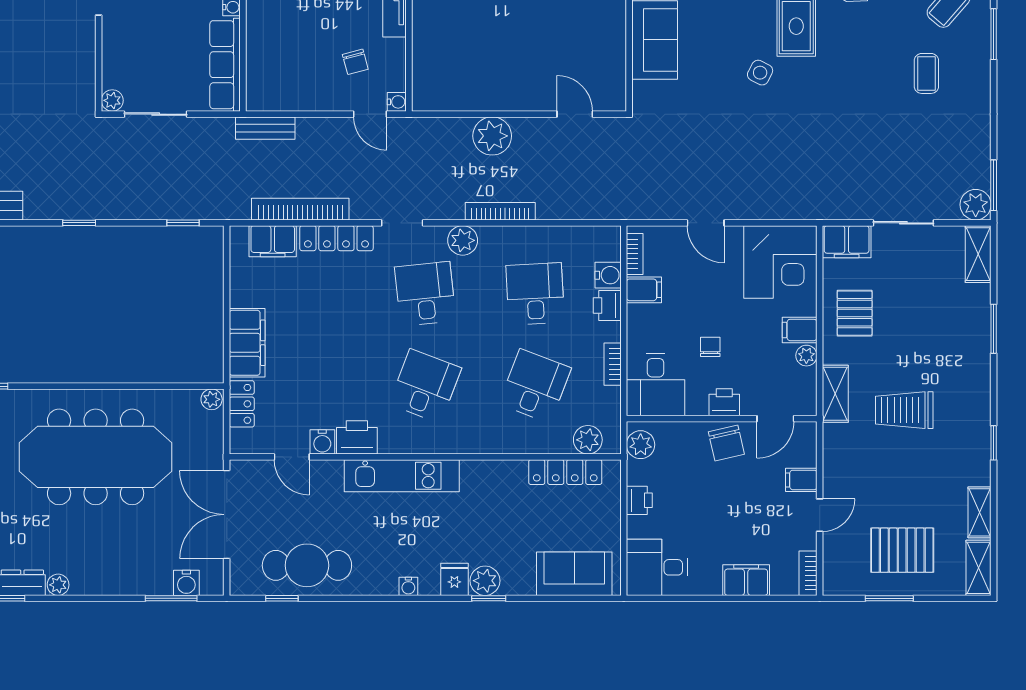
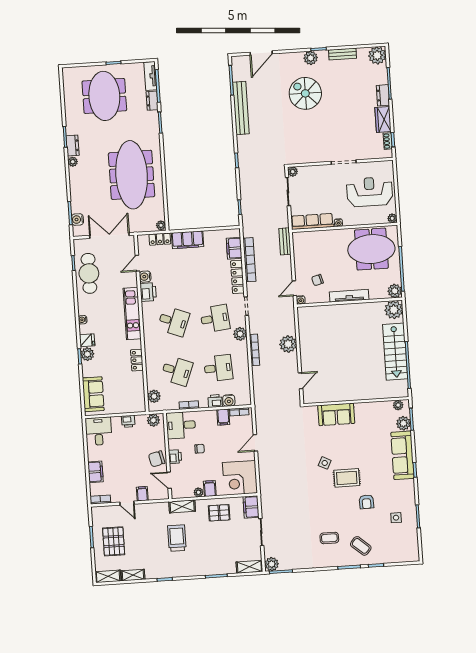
locker: (565, 472) -> (137, 360), moved, width x0.66

